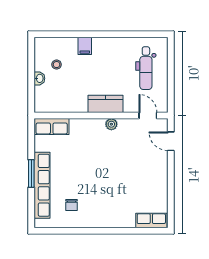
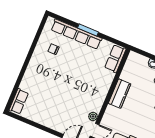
kitchen counter: (106, 104) -> (120, 94), moved
plant: (111, 124) -> (93, 116), moved

